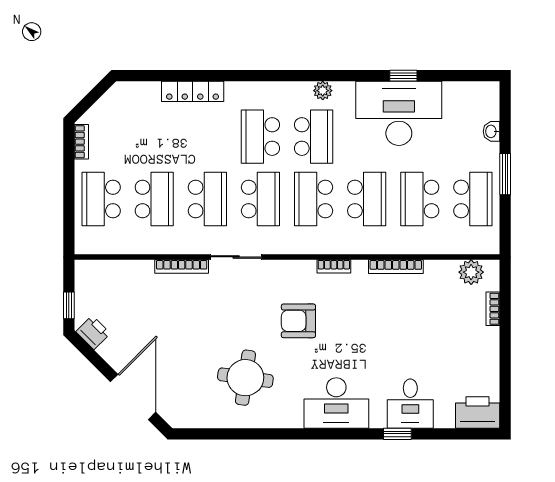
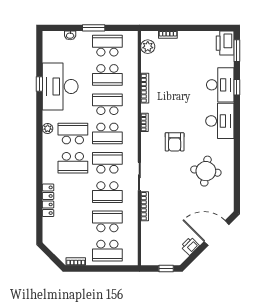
school desk: (207, 199) -> (107, 192), turned 180
printer: (93, 332) -> (190, 246), moved
desk: (410, 404) -> (220, 85), width x1.37
window: (464, 434) -> (237, 51), added

